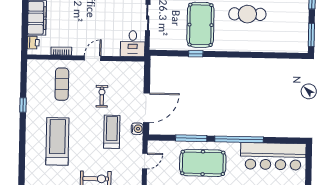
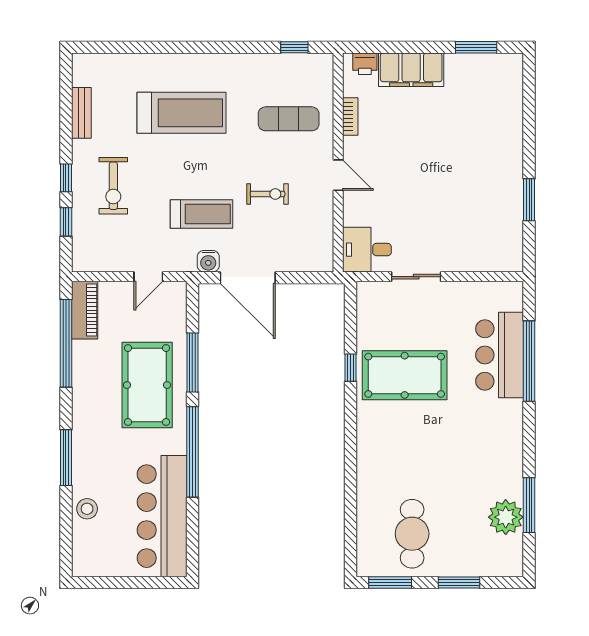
cafe table: (247, 14) -> (412, 534), moved
window: (23, 105) -> (294, 47), moved
door: (145, 161) -> (148, 277), hinge flipped

